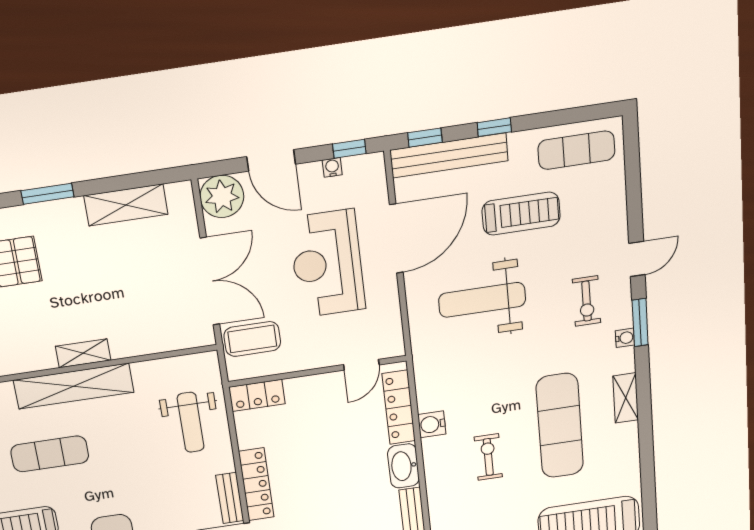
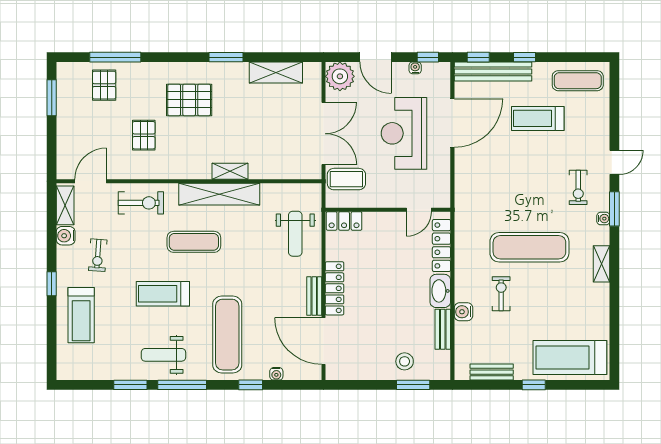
treadmill: (521, 214) -> (538, 118), turned 180
weight bench: (482, 300) -> (506, 175), removed
water cooler: (432, 424) -> (463, 312), moved
exercise mat: (560, 426) -> (529, 247), moved, turned 90

